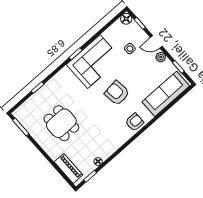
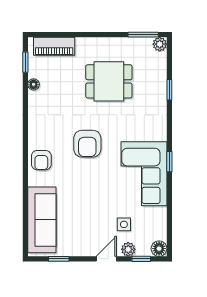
plant: (161, 57) -> (128, 249), moved
armchair: (117, 93) -> (87, 144), moved, turned 97
plant: (18, 114) -> (160, 44), added

